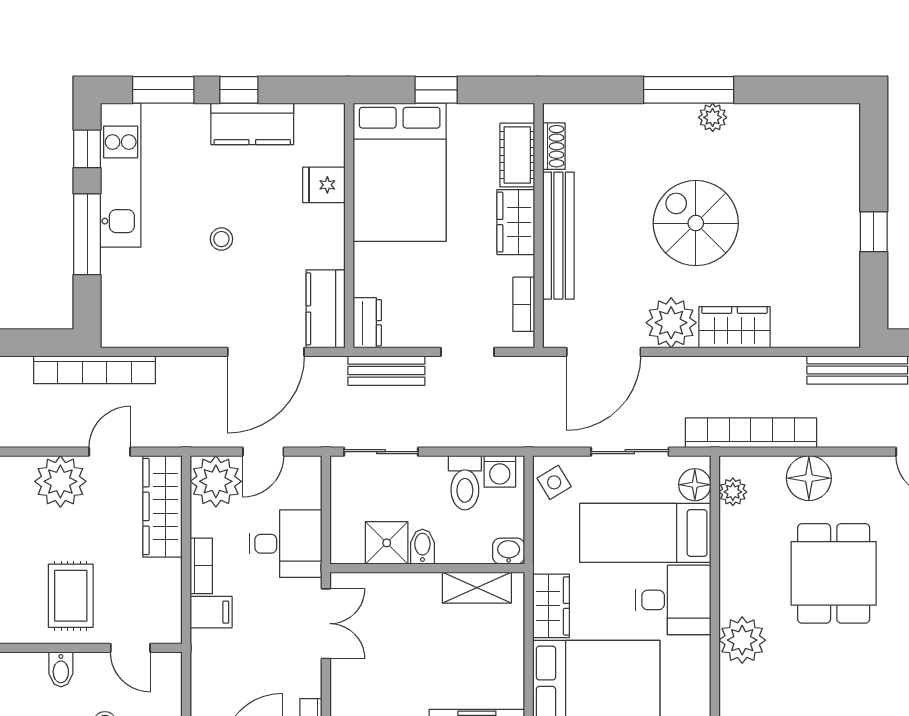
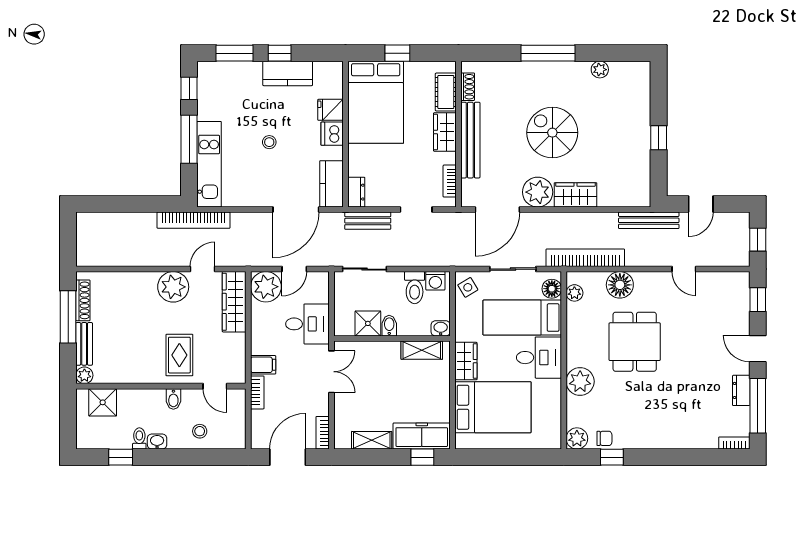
plant: (713, 117) -> (600, 70), moved
kitchen unit: (121, 175) -> (209, 164), moved
dishwasher: (327, 225) -> (332, 134), added
bookcase: (201, 566) -> (257, 392), moved

